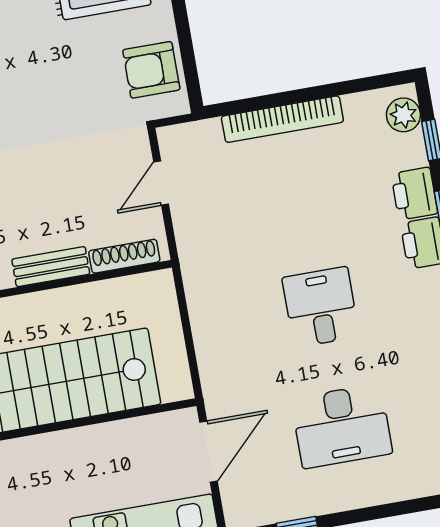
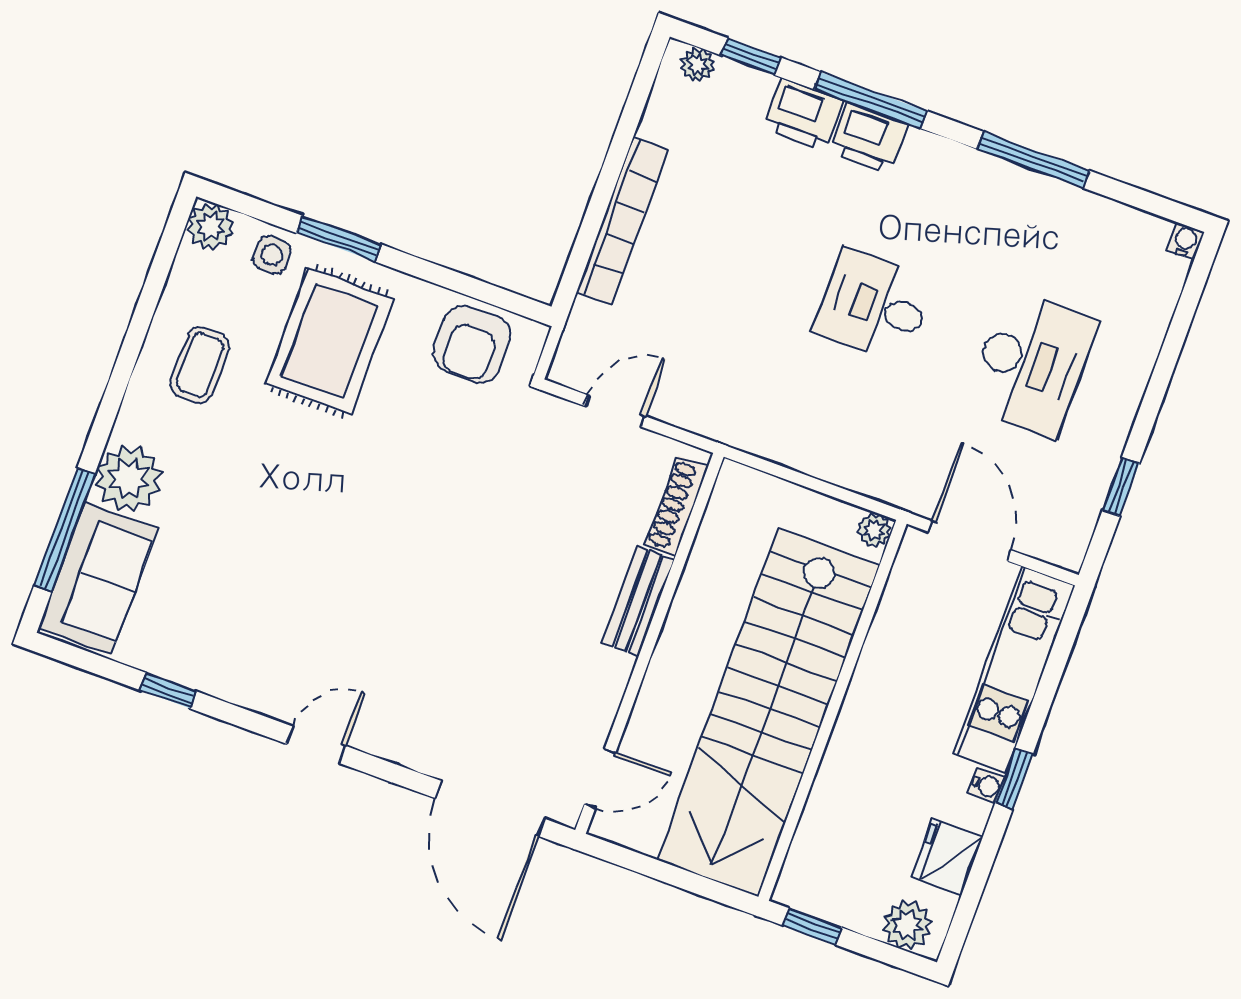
plant: (403, 115) -> (697, 65), width x0.73, depth x0.73
door: (161, 183) -> (615, 411), swing flipped
plant: (181, 388) -> (874, 530), added

